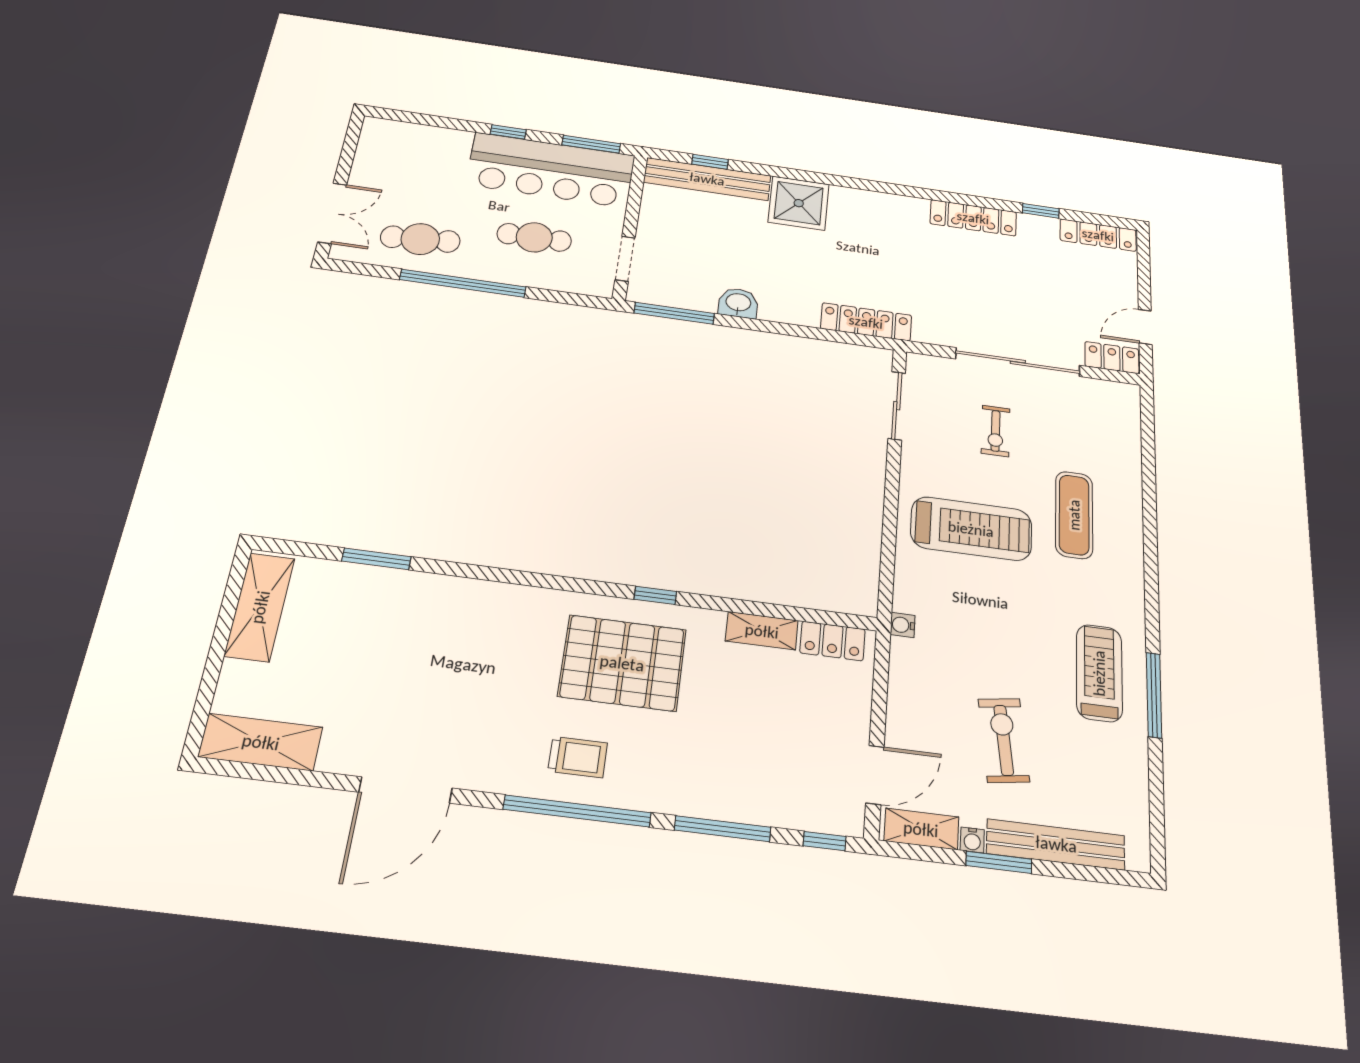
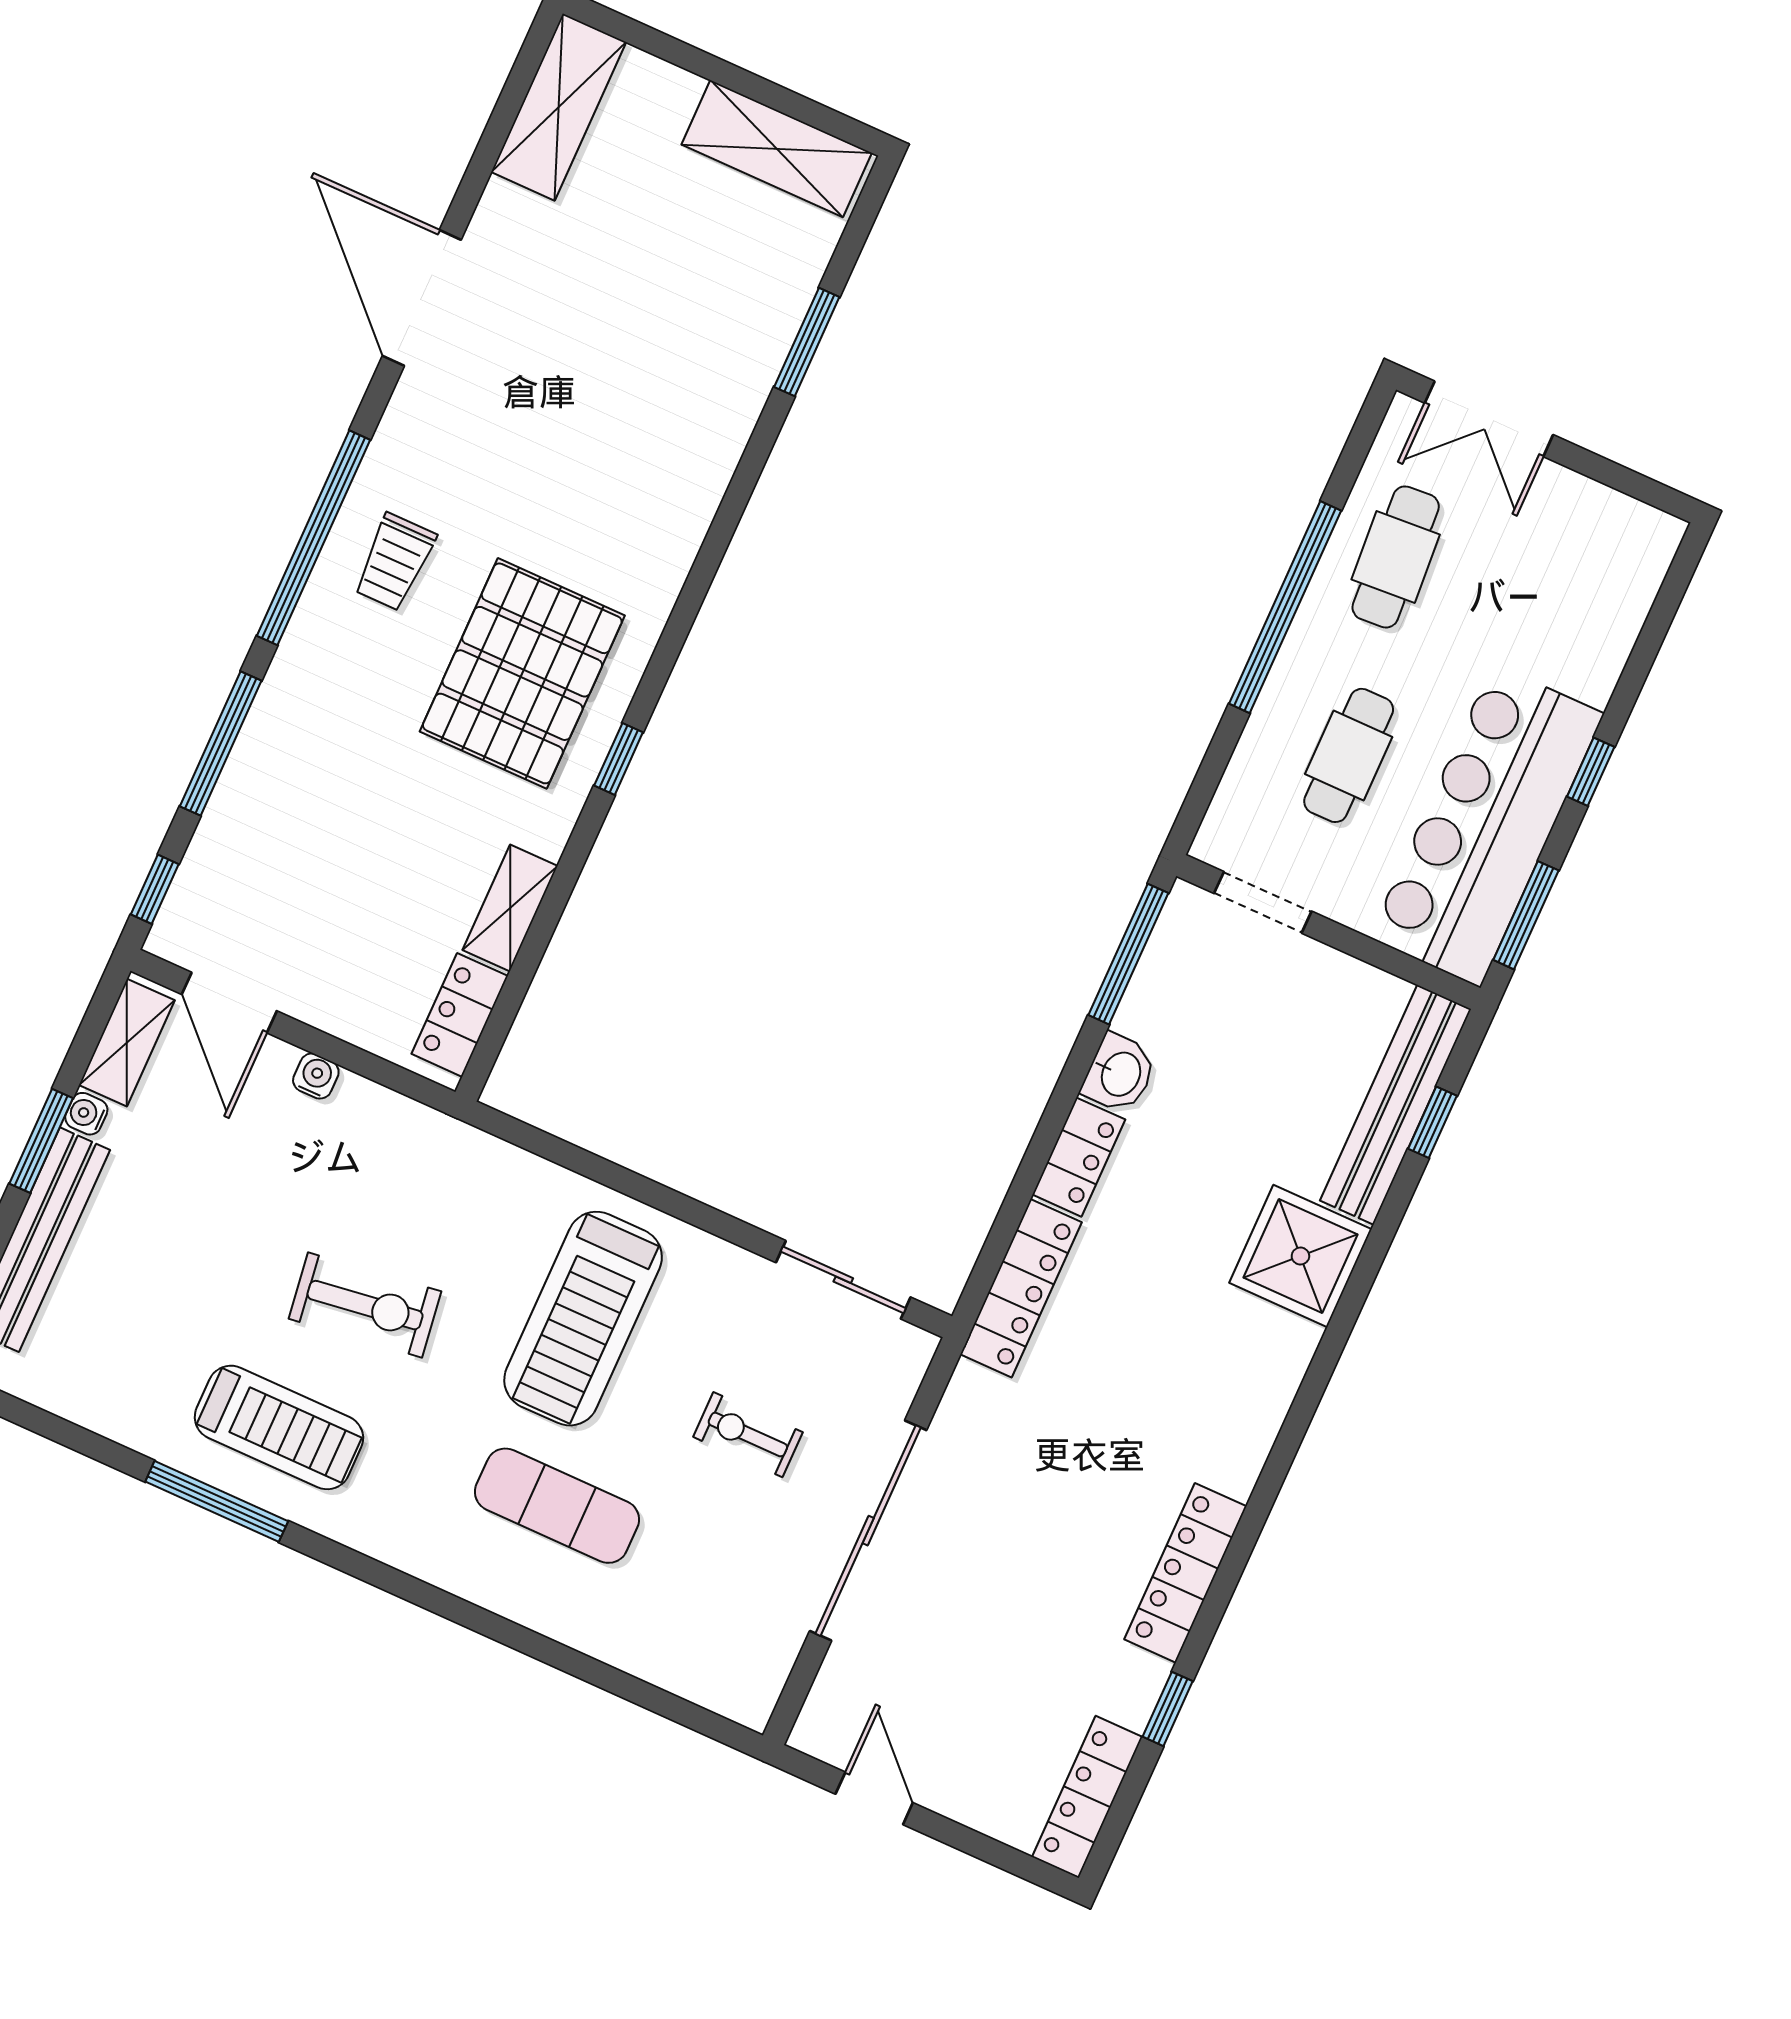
locker: (1112, 358) -> (1079, 1157), moved
water cooler: (902, 625) -> (316, 1076), moved
exercise bike: (1004, 740) -> (365, 1305), moved

